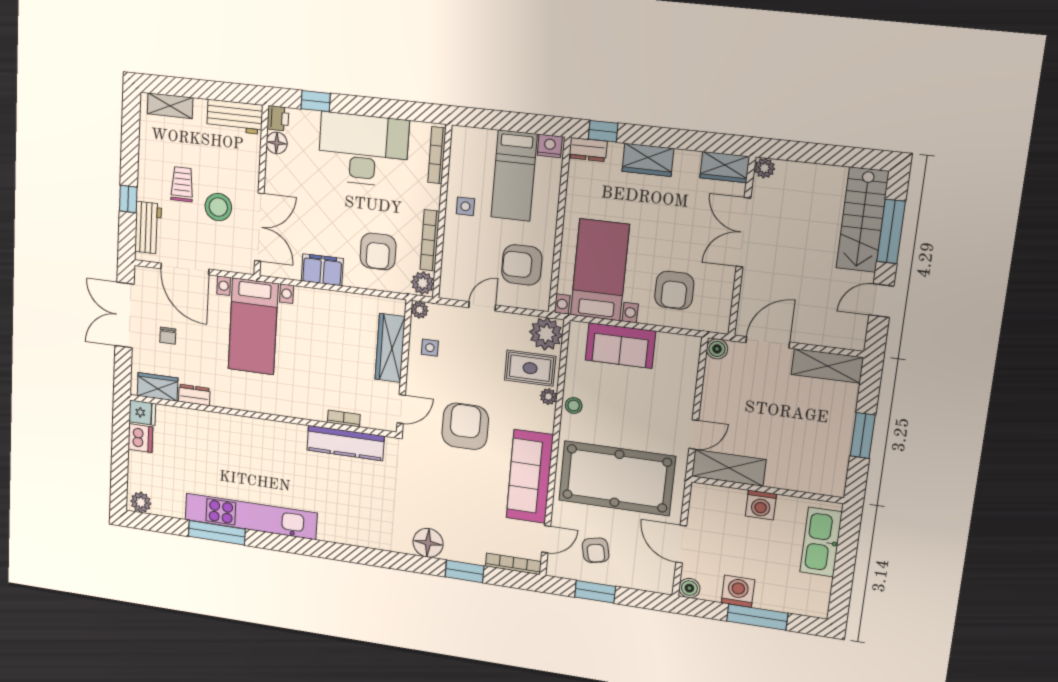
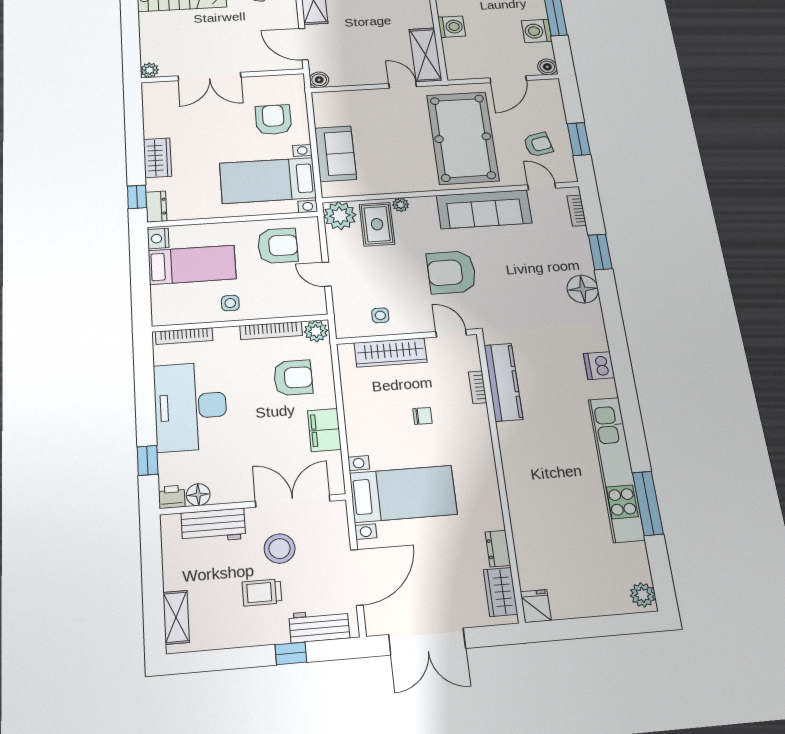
workbench: (235, 117) -> (213, 526), moved, turned 90
wardrobe: (725, 167) -> (154, 99), removed
armchair: (522, 265) -> (278, 246), turned -90
armchair: (674, 290) -> (273, 120), turned -90
plant: (420, 310) -> (344, 330), removed
chair: (168, 336) -> (423, 416), moved
stool: (574, 406) -> (403, 183), removed
dishwasher: (140, 438) -> (599, 366), moved, turned -90
bookcase: (513, 564) -> (577, 211), width x0.64

